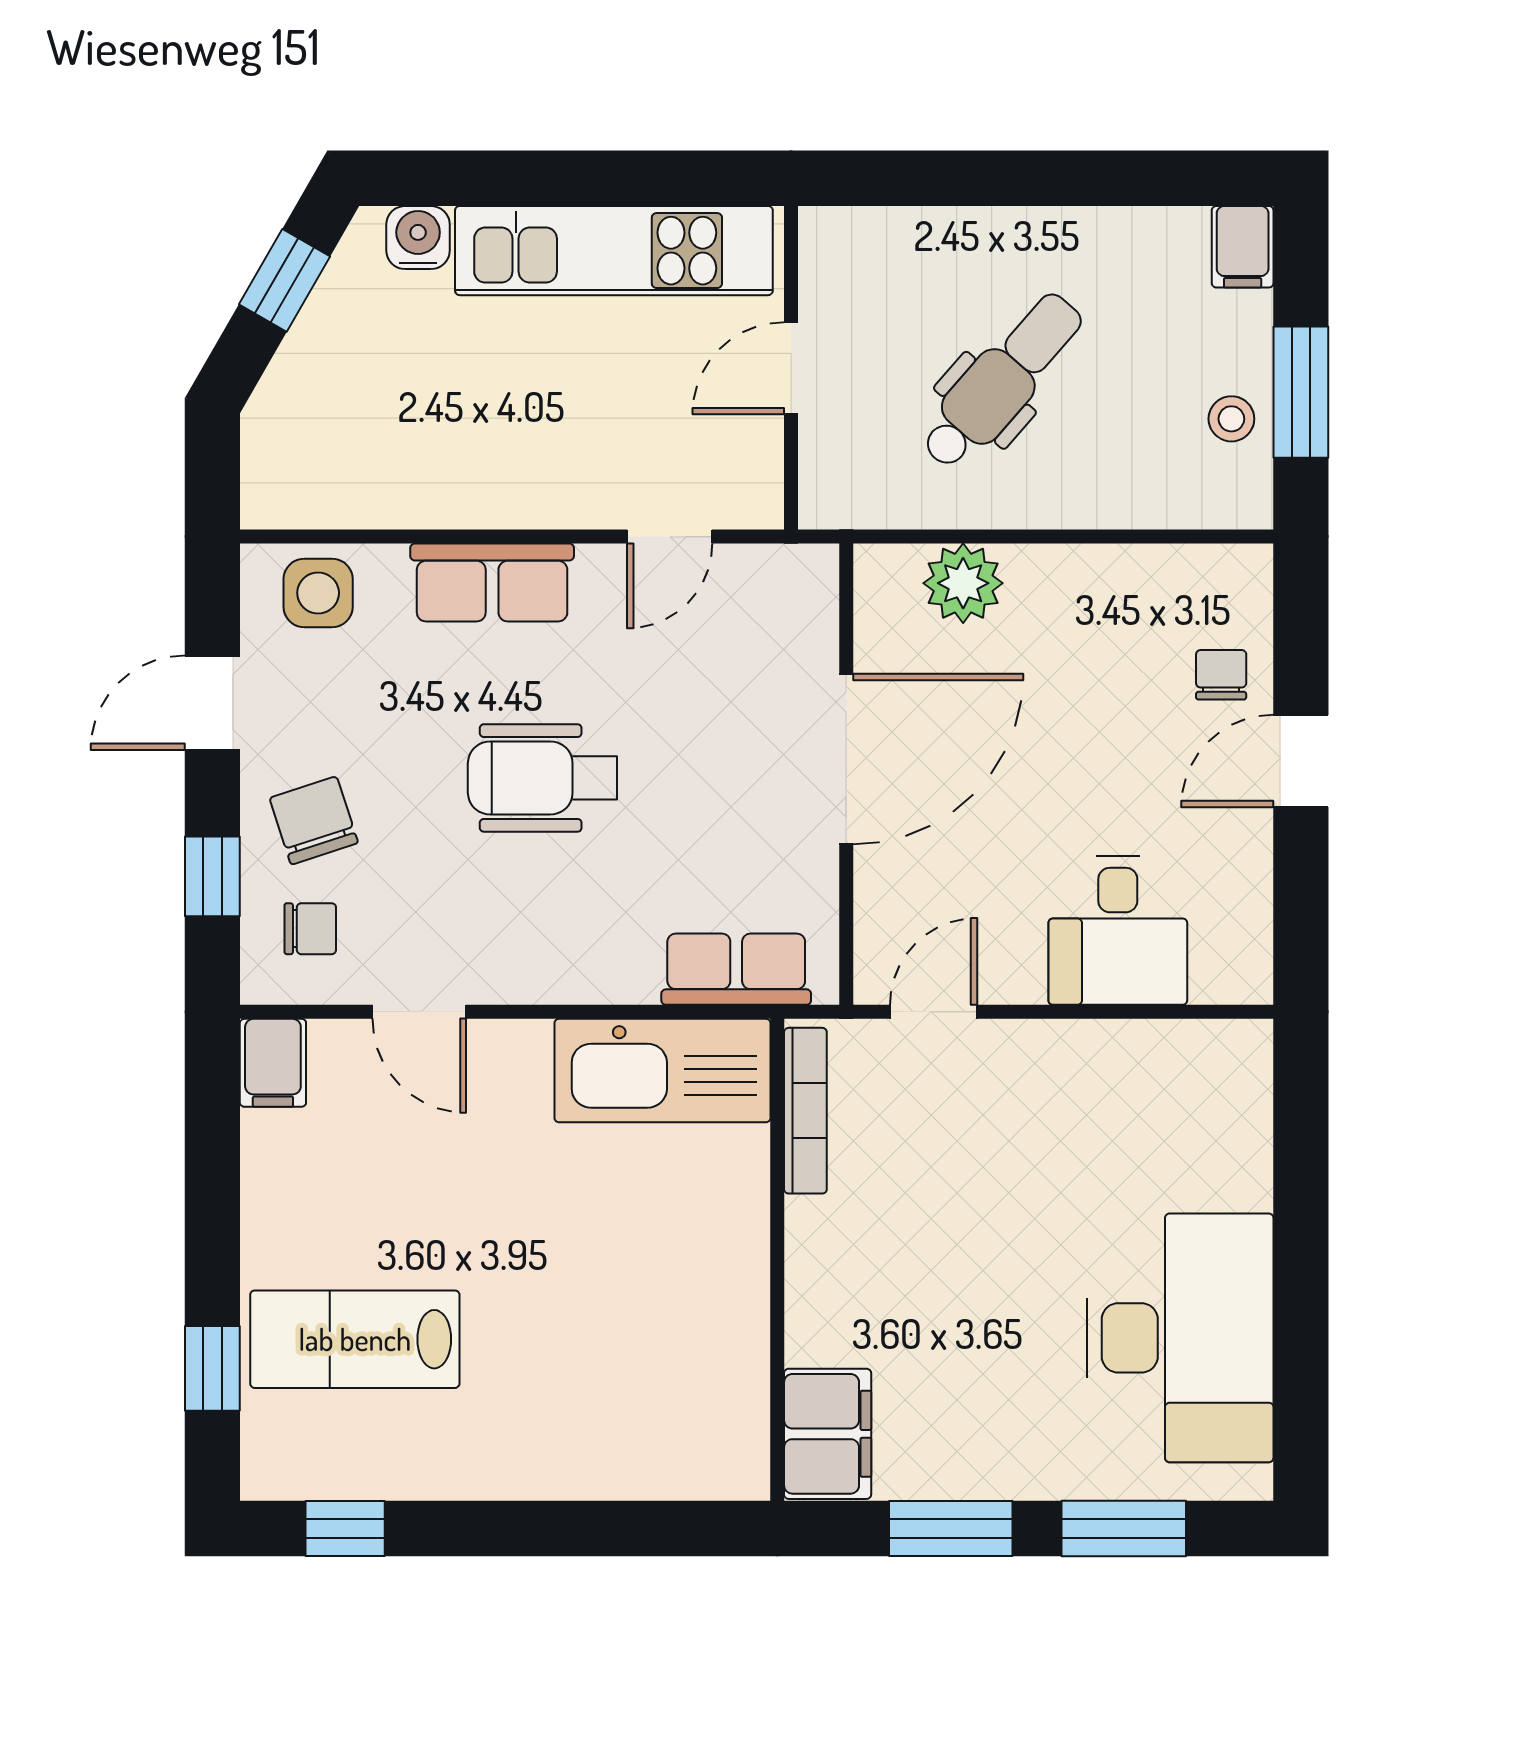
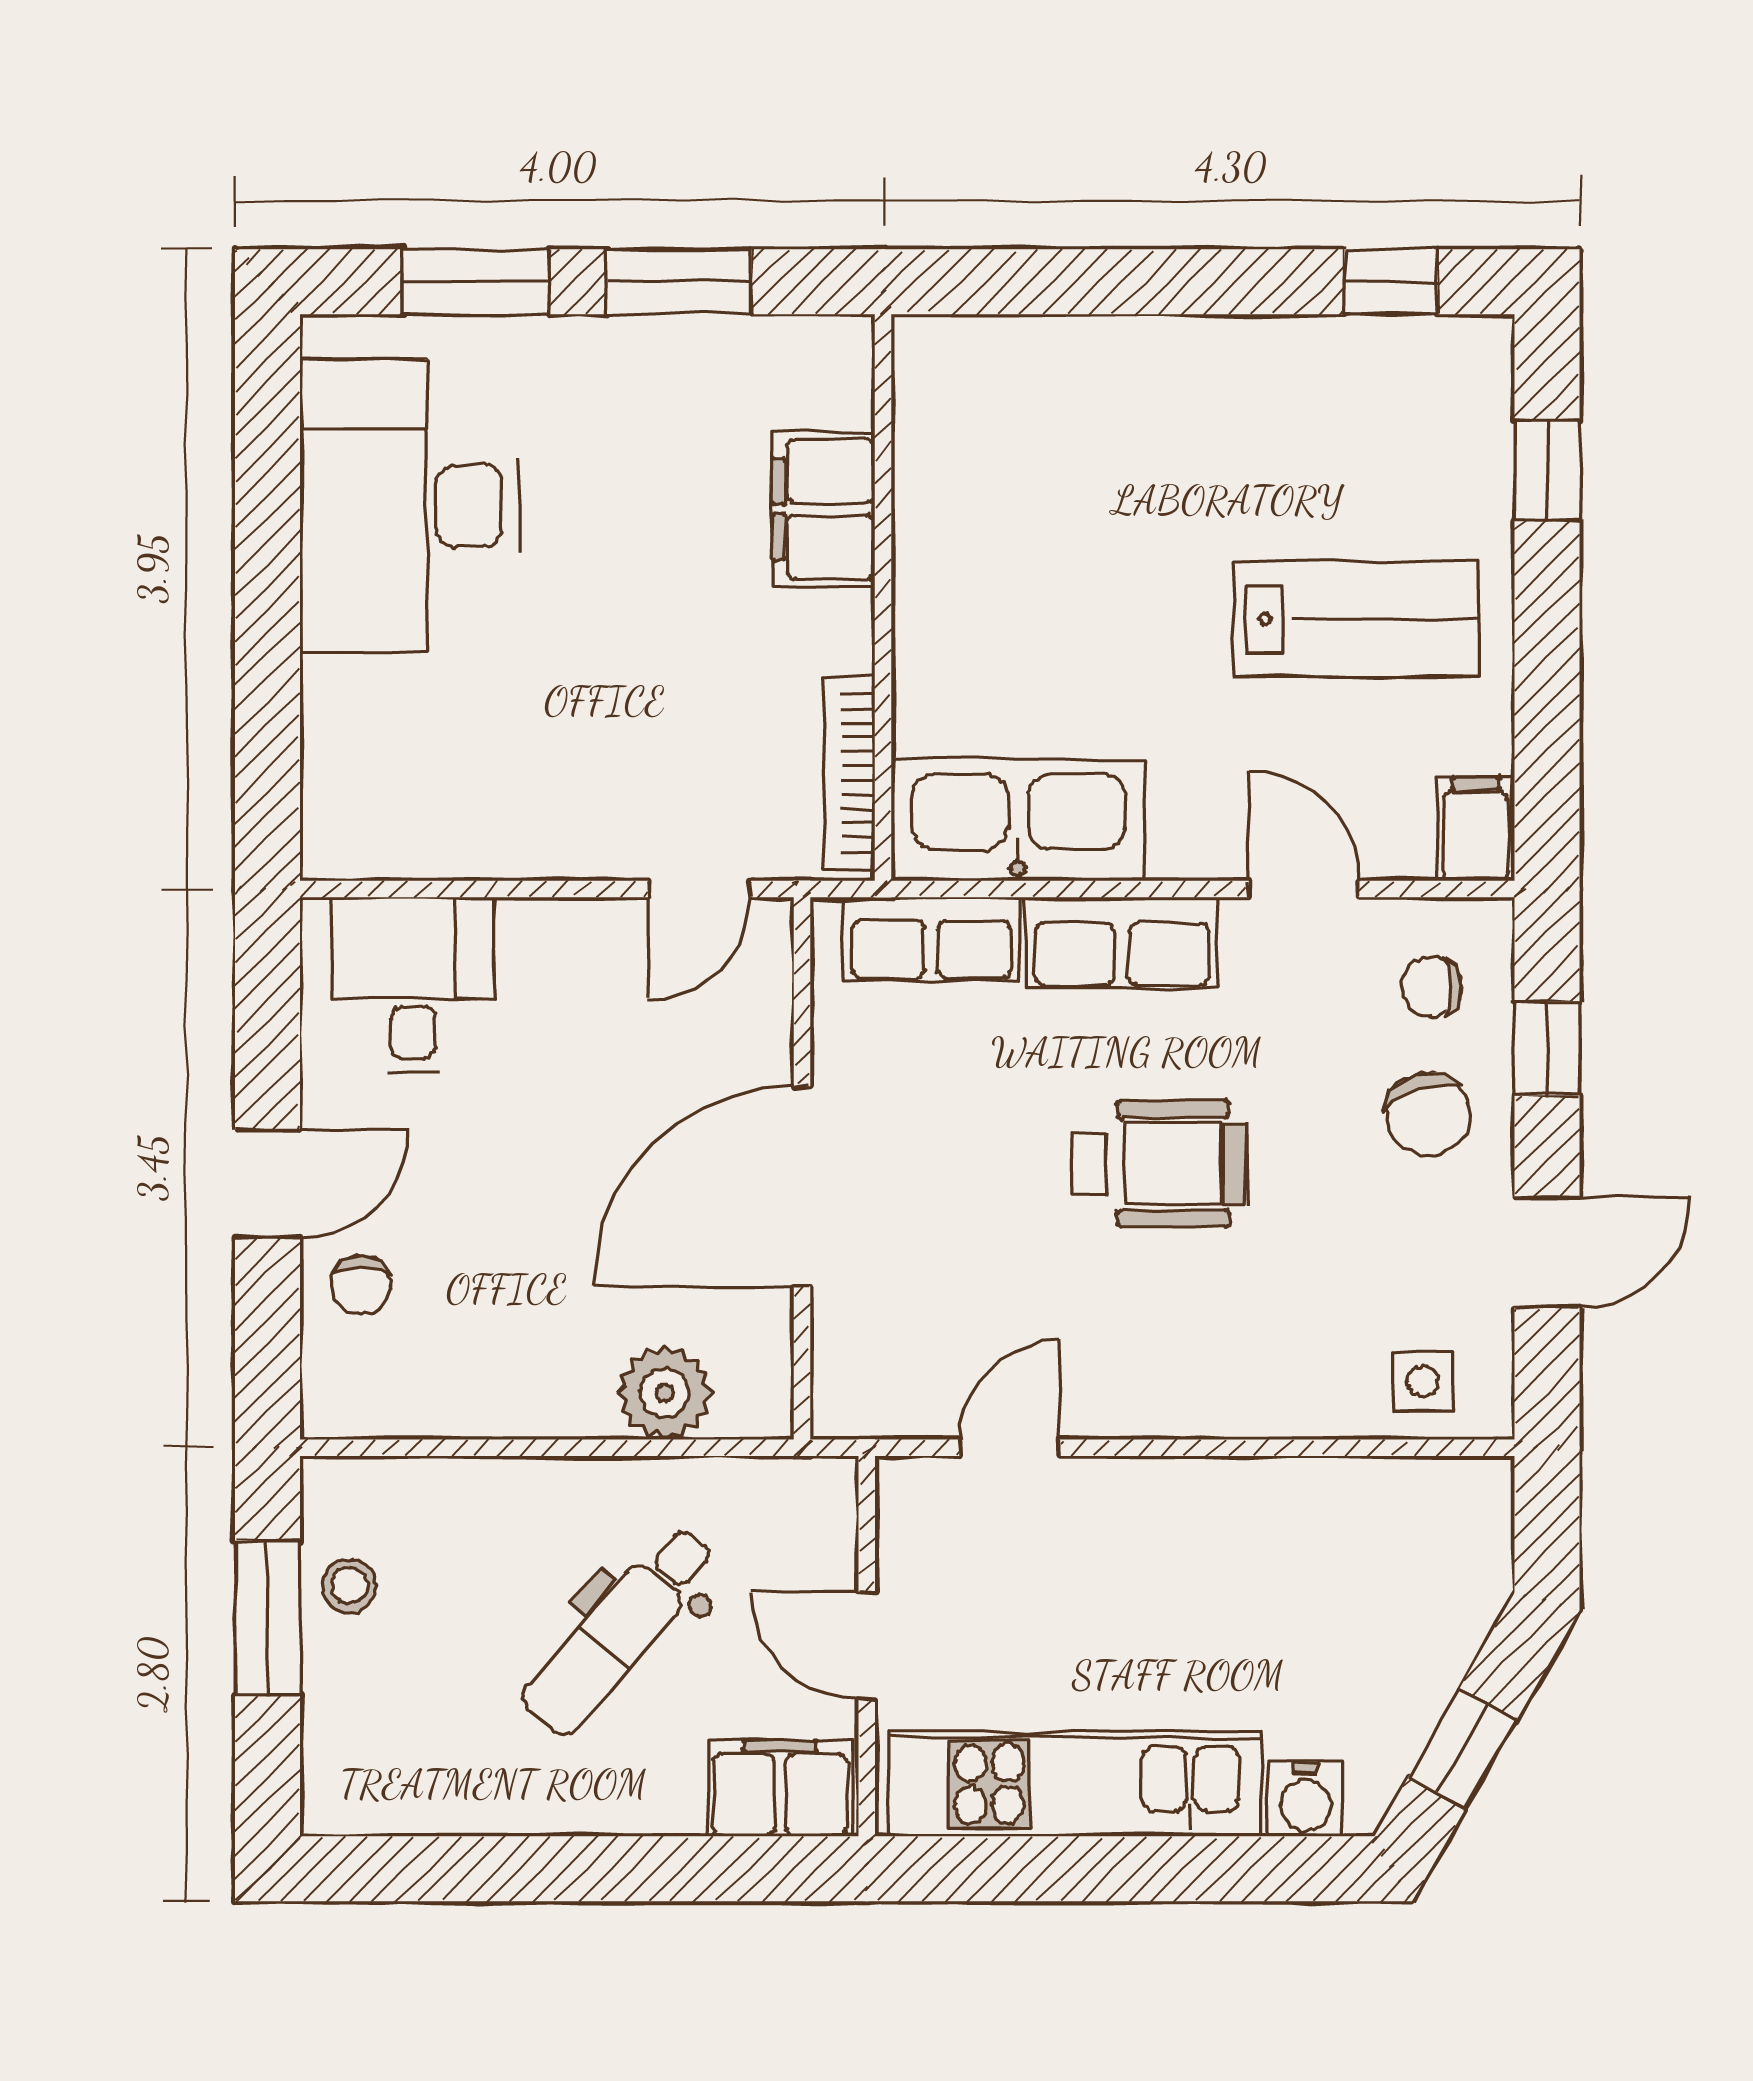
filing cabinet: (1243, 247) -> (780, 1788), moved, width x2.00
door: (791, 368) -> (867, 1645), swing flipped
row of seats: (492, 582) -> (1122, 943), moved, turned 180
side table: (318, 593) -> (1423, 1381), width x0.73, depth x0.73
desk: (1118, 930) -> (413, 985), moved
lab bench: (355, 1339) -> (1356, 619), moved
filing cabinet: (828, 1434) -> (824, 509), moved

